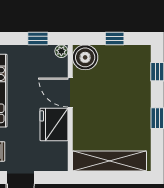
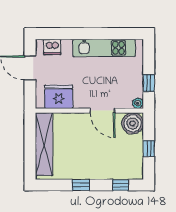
door: (70, 93) -> (103, 111), swing flipped
fridge: (54, 124) -> (59, 97), moved

